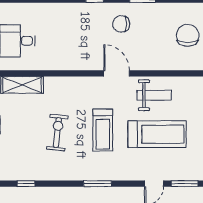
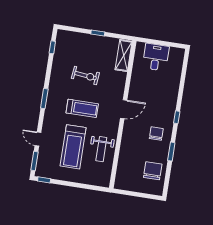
chair: (188, 35) -> (153, 171), moved, turned -90
door: (117, 73) -> (124, 109), moved
treadmill: (103, 130) -> (82, 108), turned 180

